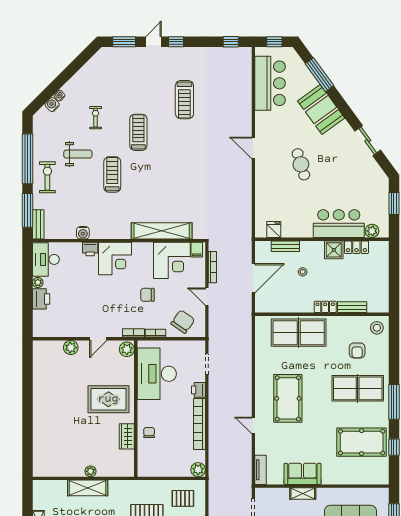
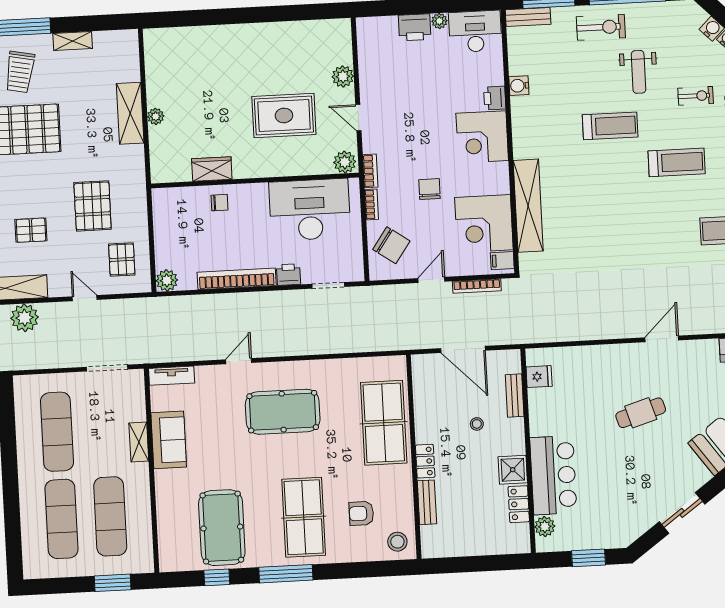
rug: (108, 399) -> (284, 115), moved, turned 90

